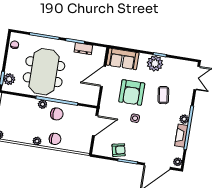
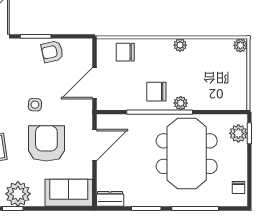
dresser: (83, 49) -> (110, 199), moved
door: (103, 76) -> (95, 145), moved
chair: (55, 139) -> (125, 52), moved

